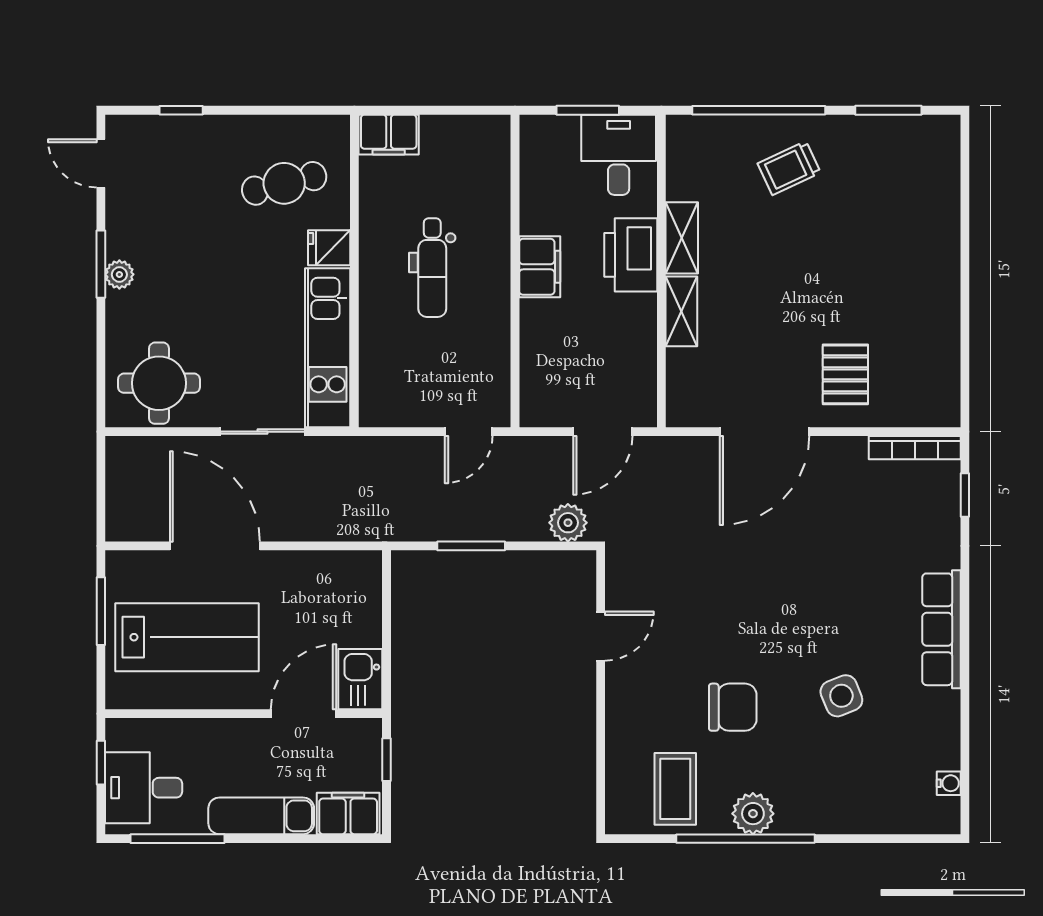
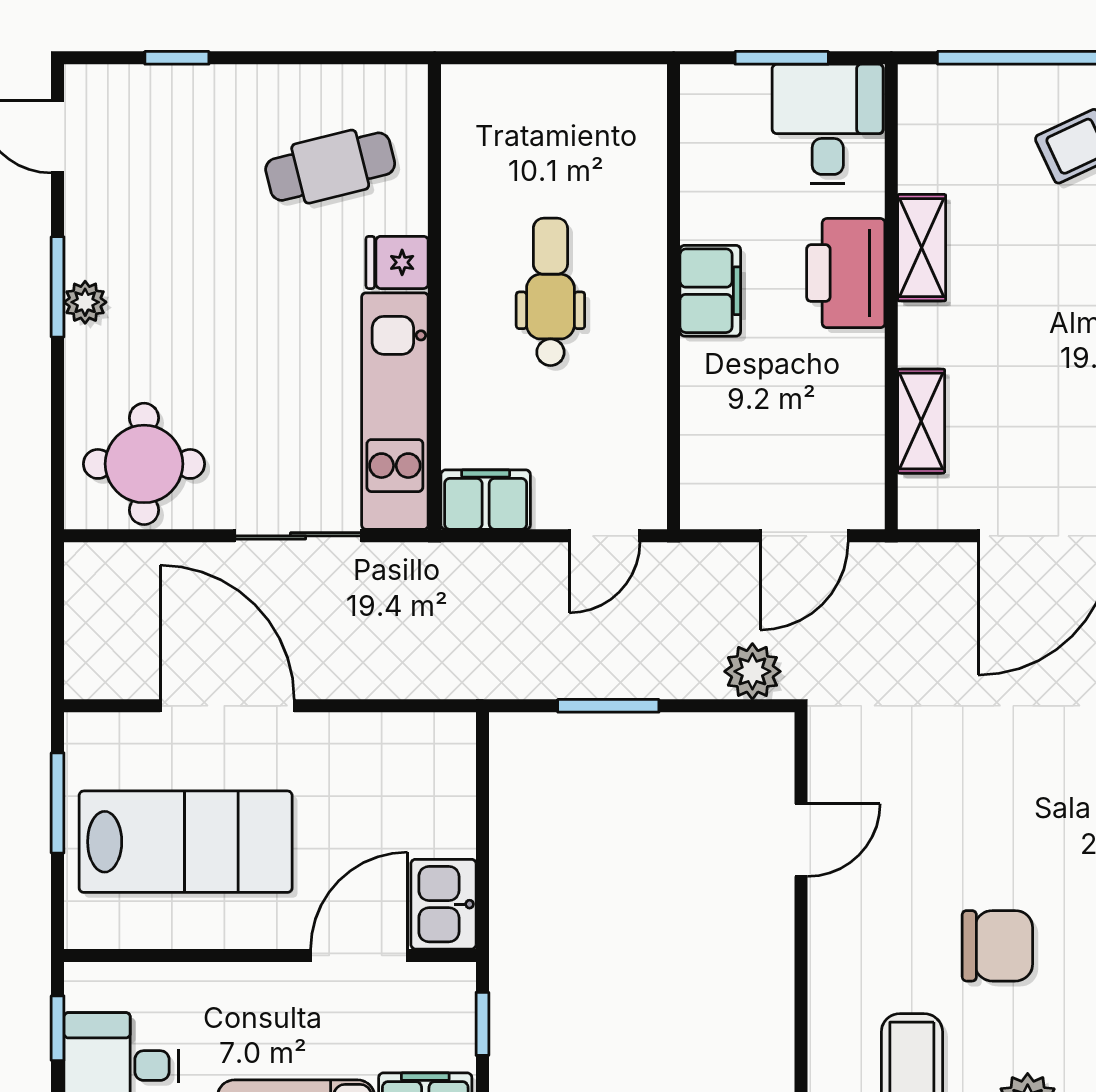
filing cabinet: (389, 135) -> (486, 500), moved, turned 180
dental chair: (432, 268) -> (550, 292), turned 180
shelving: (681, 311) -> (921, 421), moved

